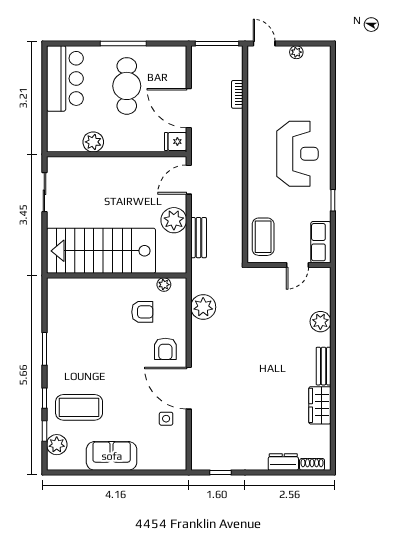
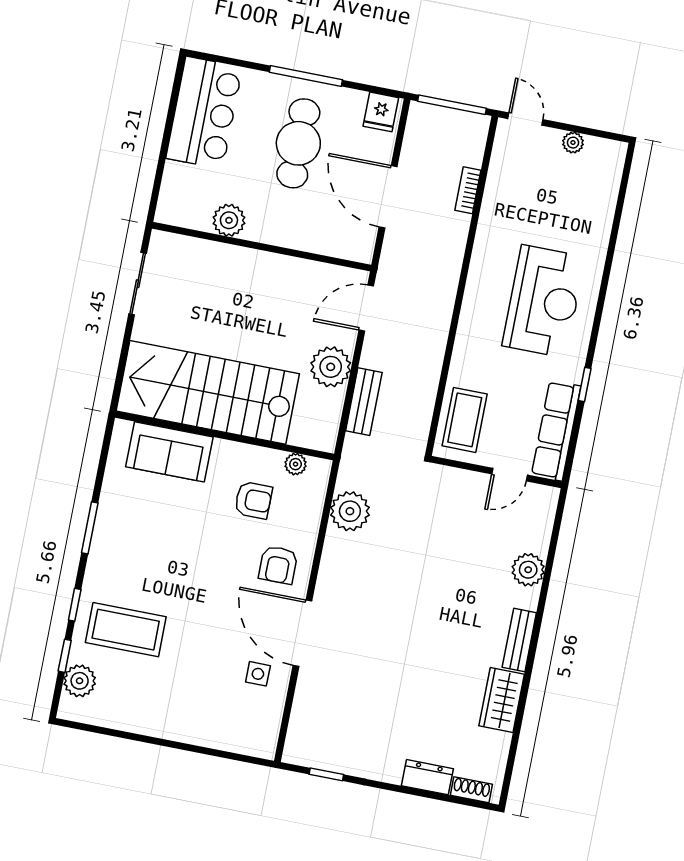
fridge: (176, 142) -> (381, 112), moved, turned -90
row of seats: (321, 242) -> (556, 431), width x1.48
sofa: (112, 456) -> (169, 452), moved, turned 180

